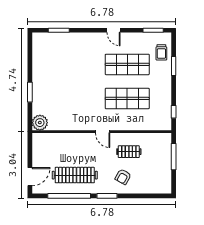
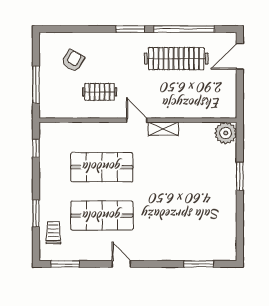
shelving: (84, 126) -> (163, 129), added
armchair: (123, 177) -> (73, 61), moved

